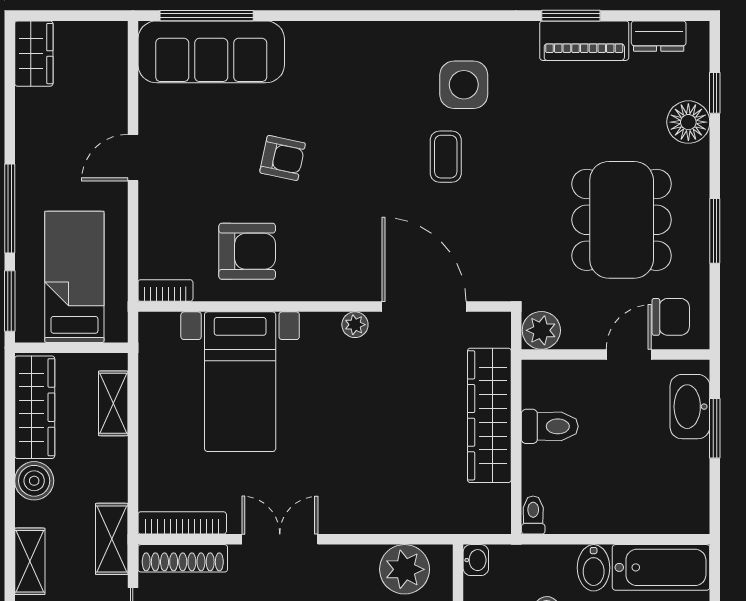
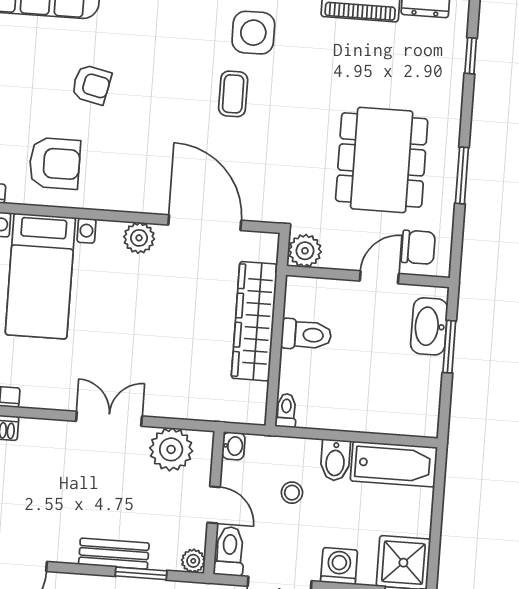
floor lamp: (688, 122) -> (446, 79), removed
plant: (355, 325) -> (139, 238), width x1.38, depth x1.38
double door: (280, 539) -> (109, 419), moved

